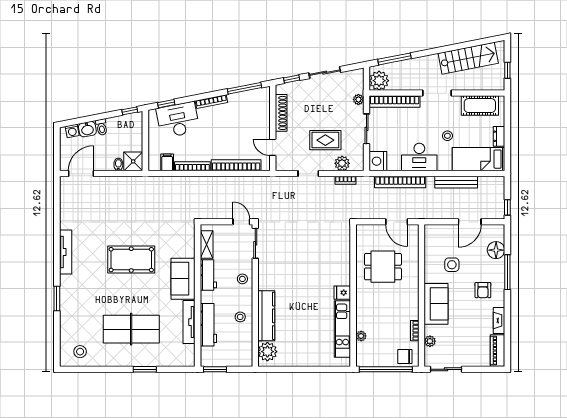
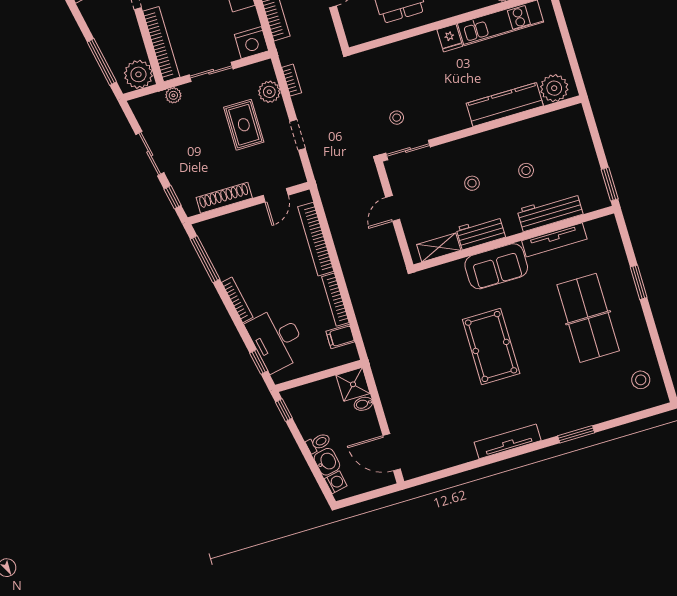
stool: (300, 242) -> (397, 118), added
sliding door: (255, 243) -> (408, 150), moved
wall: (255, 296) -> (481, 128), moved
kitchen counter: (266, 316) -> (505, 105), moved
plant: (267, 352) -> (554, 88), moved

